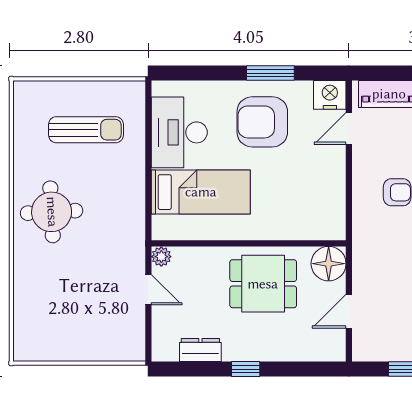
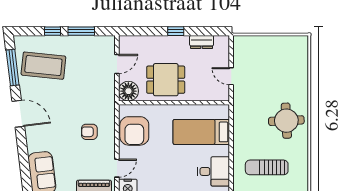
armchair: (262, 122) -> (134, 131), moved, turned 90
desk: (179, 132) -> (214, 171), width x0.73
plant: (161, 257) -> (224, 95), removed

